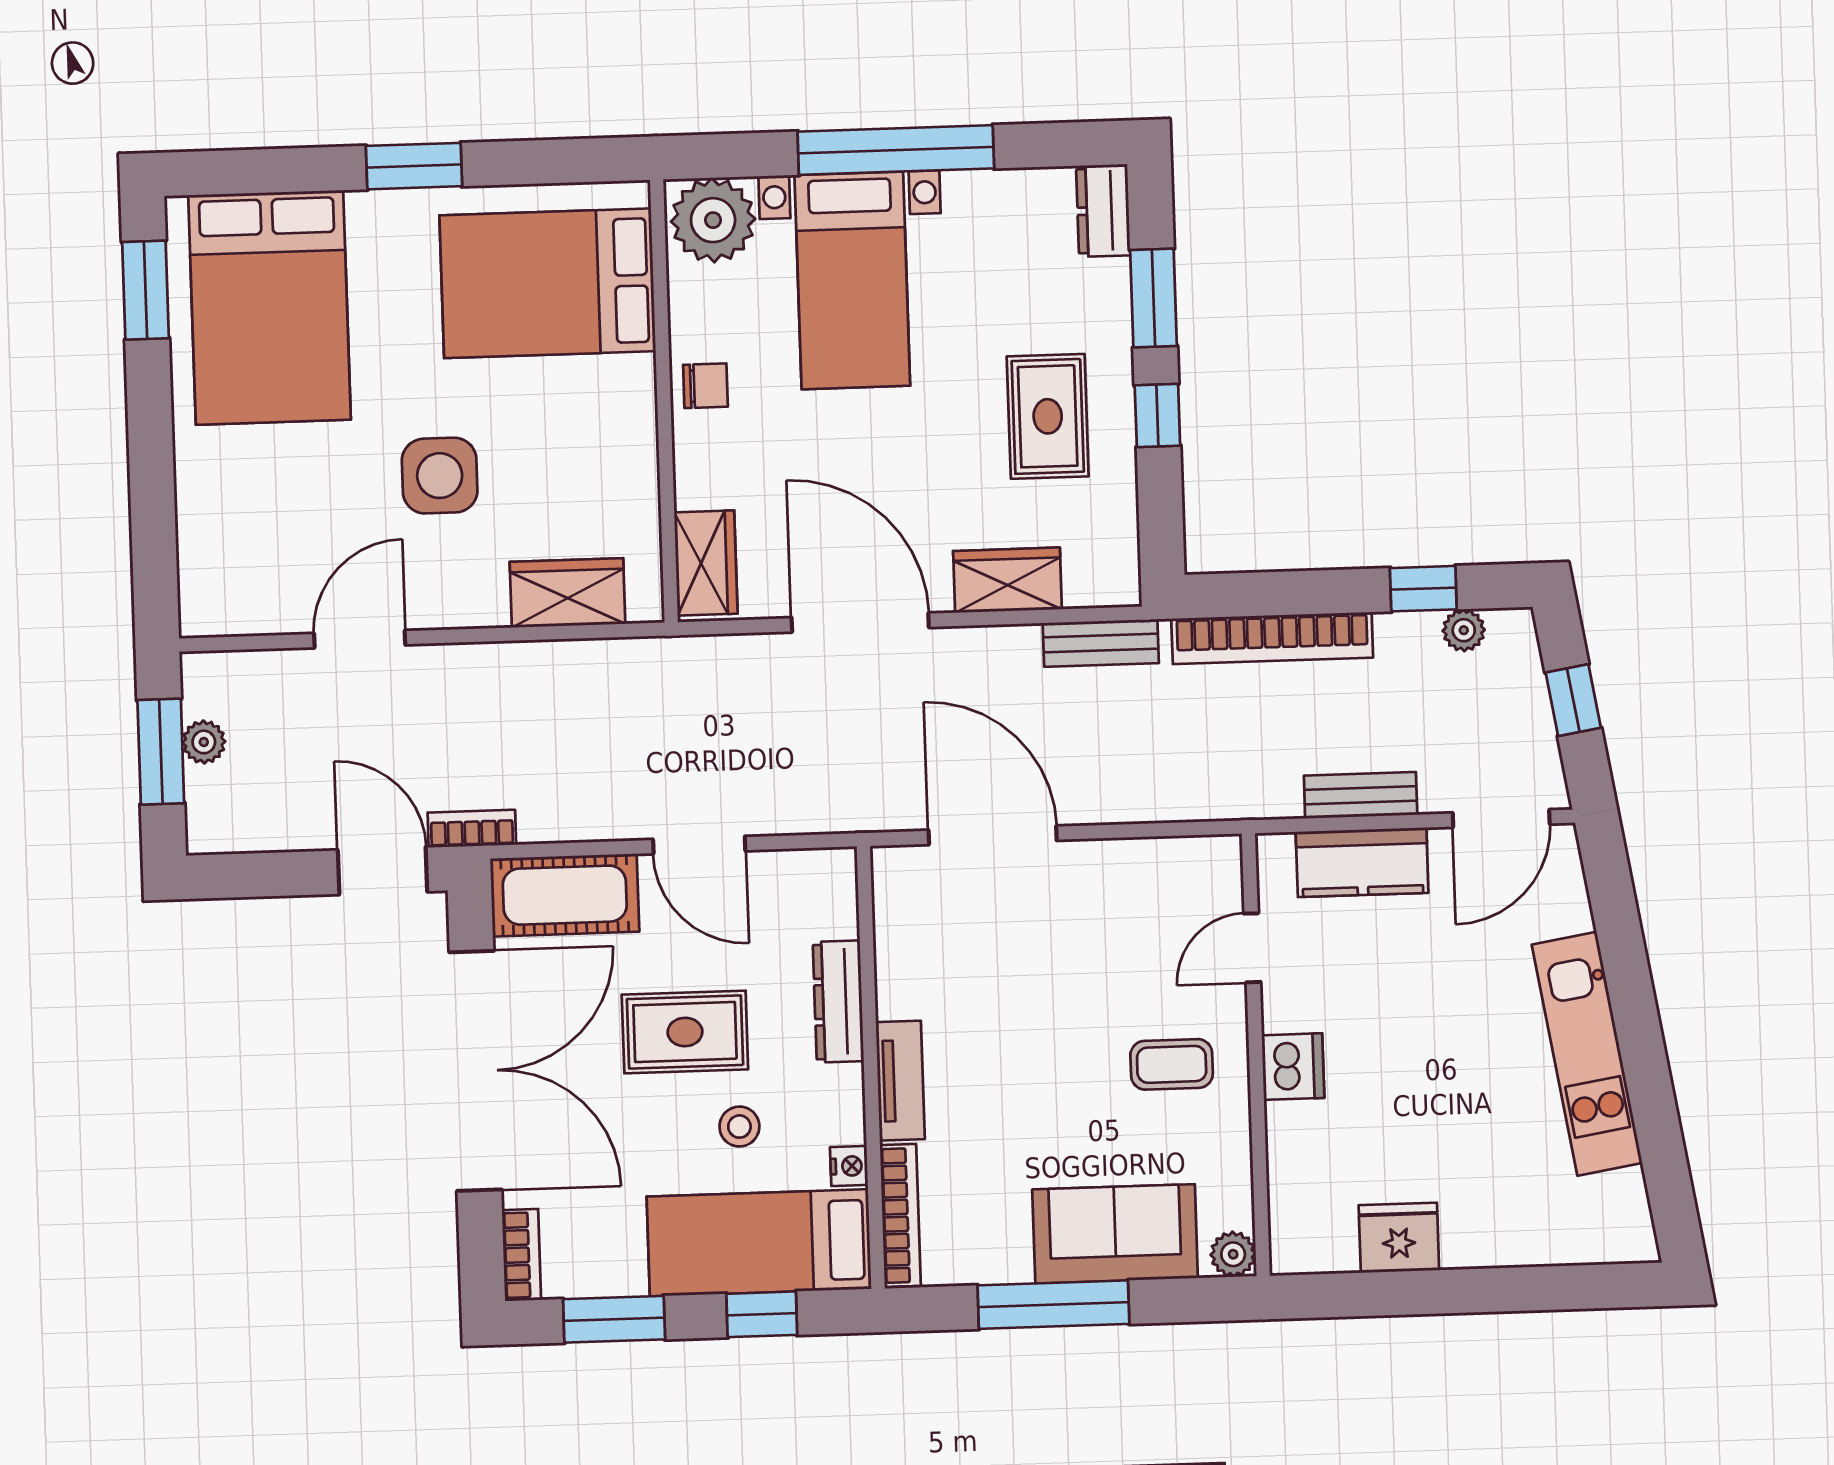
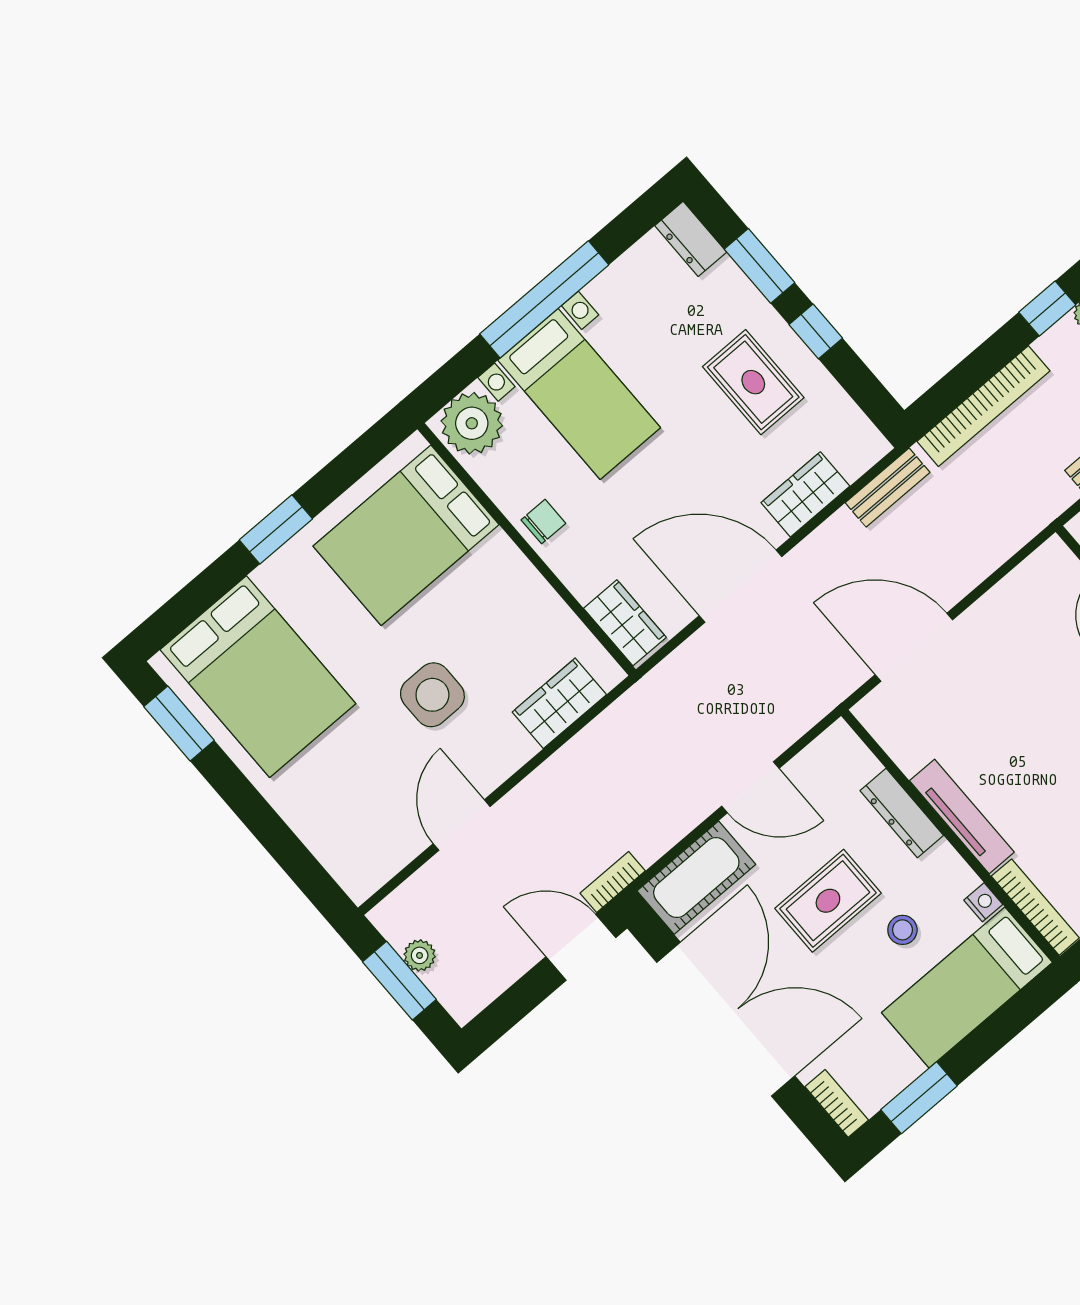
tv unit: (900, 1081) -> (962, 816), width x1.41
window: (762, 1314) -> (1001, 1027), removed

